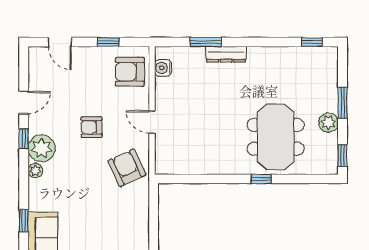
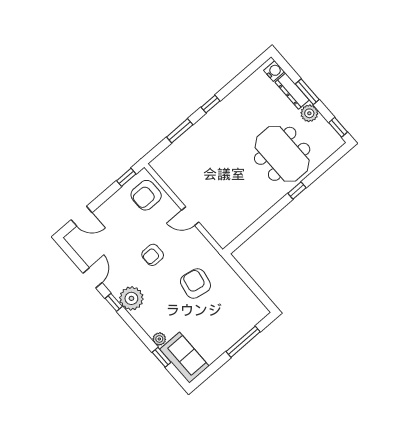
window: (108, 42) -> (126, 177), moved
window: (312, 42) -> (210, 104), moved
dresser: (226, 54) -> (292, 91), moved, turned 90
water cooler: (163, 68) -> (274, 71), moved, turned 180
armchair: (127, 168) -> (195, 283), moved, turned 36
plant: (35, 171) -> (159, 339), moved

